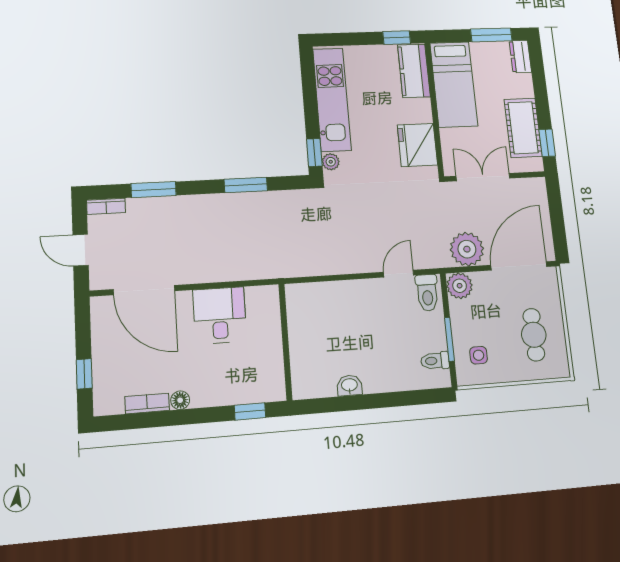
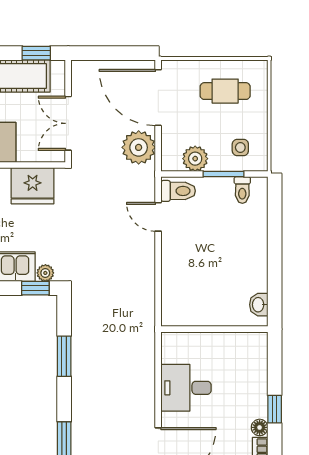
plant: (460, 286) -> (195, 159), moved
washbasin: (349, 385) -> (259, 305), moved
window: (250, 411) -> (275, 409), moved

